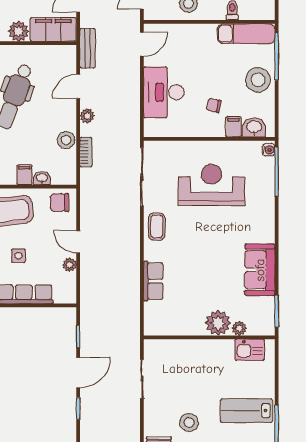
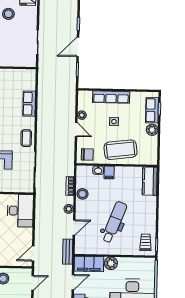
desk: (164, 92) -> (20, 211), moved

